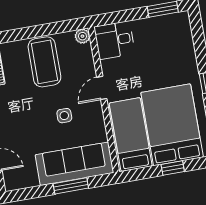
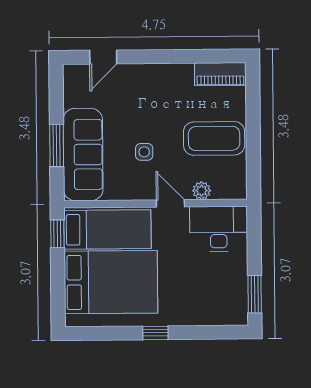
plant: (82, 36) -> (202, 191), moved
desk: (115, 40) -> (219, 229), width x1.37
window: (173, 168) -> (57, 234), moved

